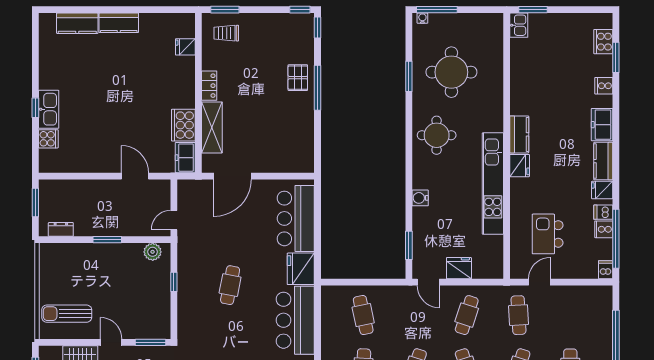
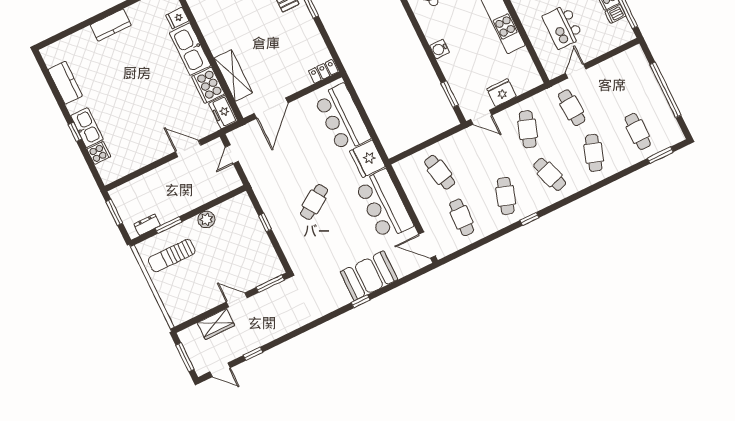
kitchen counter: (77, 23) -> (65, 83), moved, turned -90
kitchen sink: (183, 82) -> (190, 49), added
locker: (209, 86) -> (323, 71), moved, turned -90
door: (174, 220) -> (232, 154), moved
window: (107, 240) -> (169, 225), moved
plant: (153, 252) -> (206, 219), moved
dishwasher: (606, 270) -> (615, 14), moved, turned -90
cafe table: (230, 285) -> (314, 202), turned 46
sun lounger: (67, 314) -> (172, 256), moved

